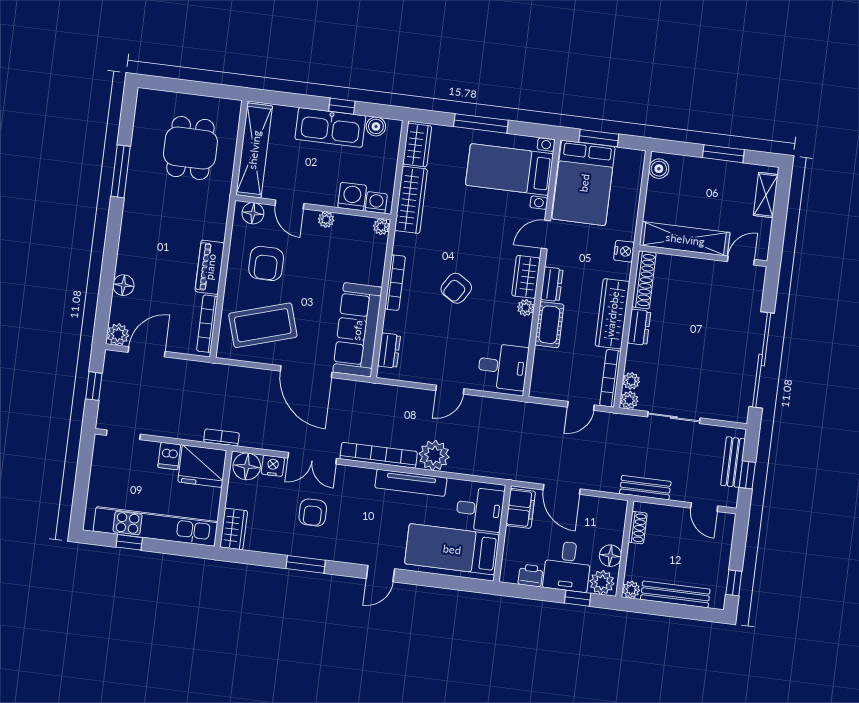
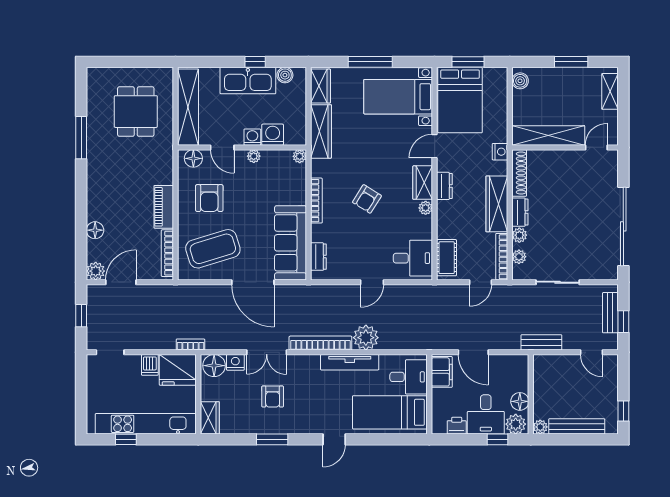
washing machine: (376, 202) -> (252, 137), moved
cot: (549, 325) -> (447, 258), moved
plant: (629, 400) -> (519, 235), moved
shoe rack: (638, 528) -> (539, 376), removed

